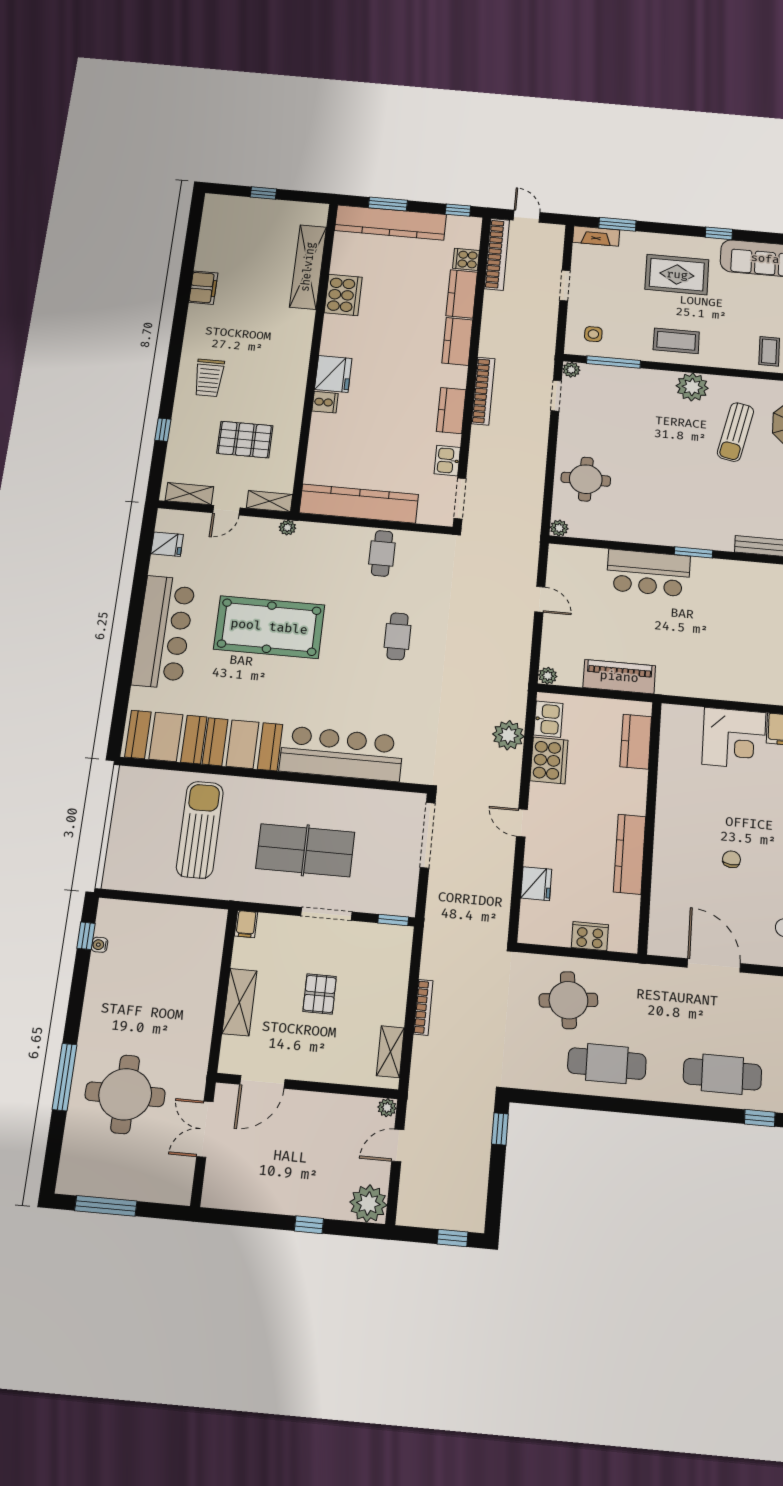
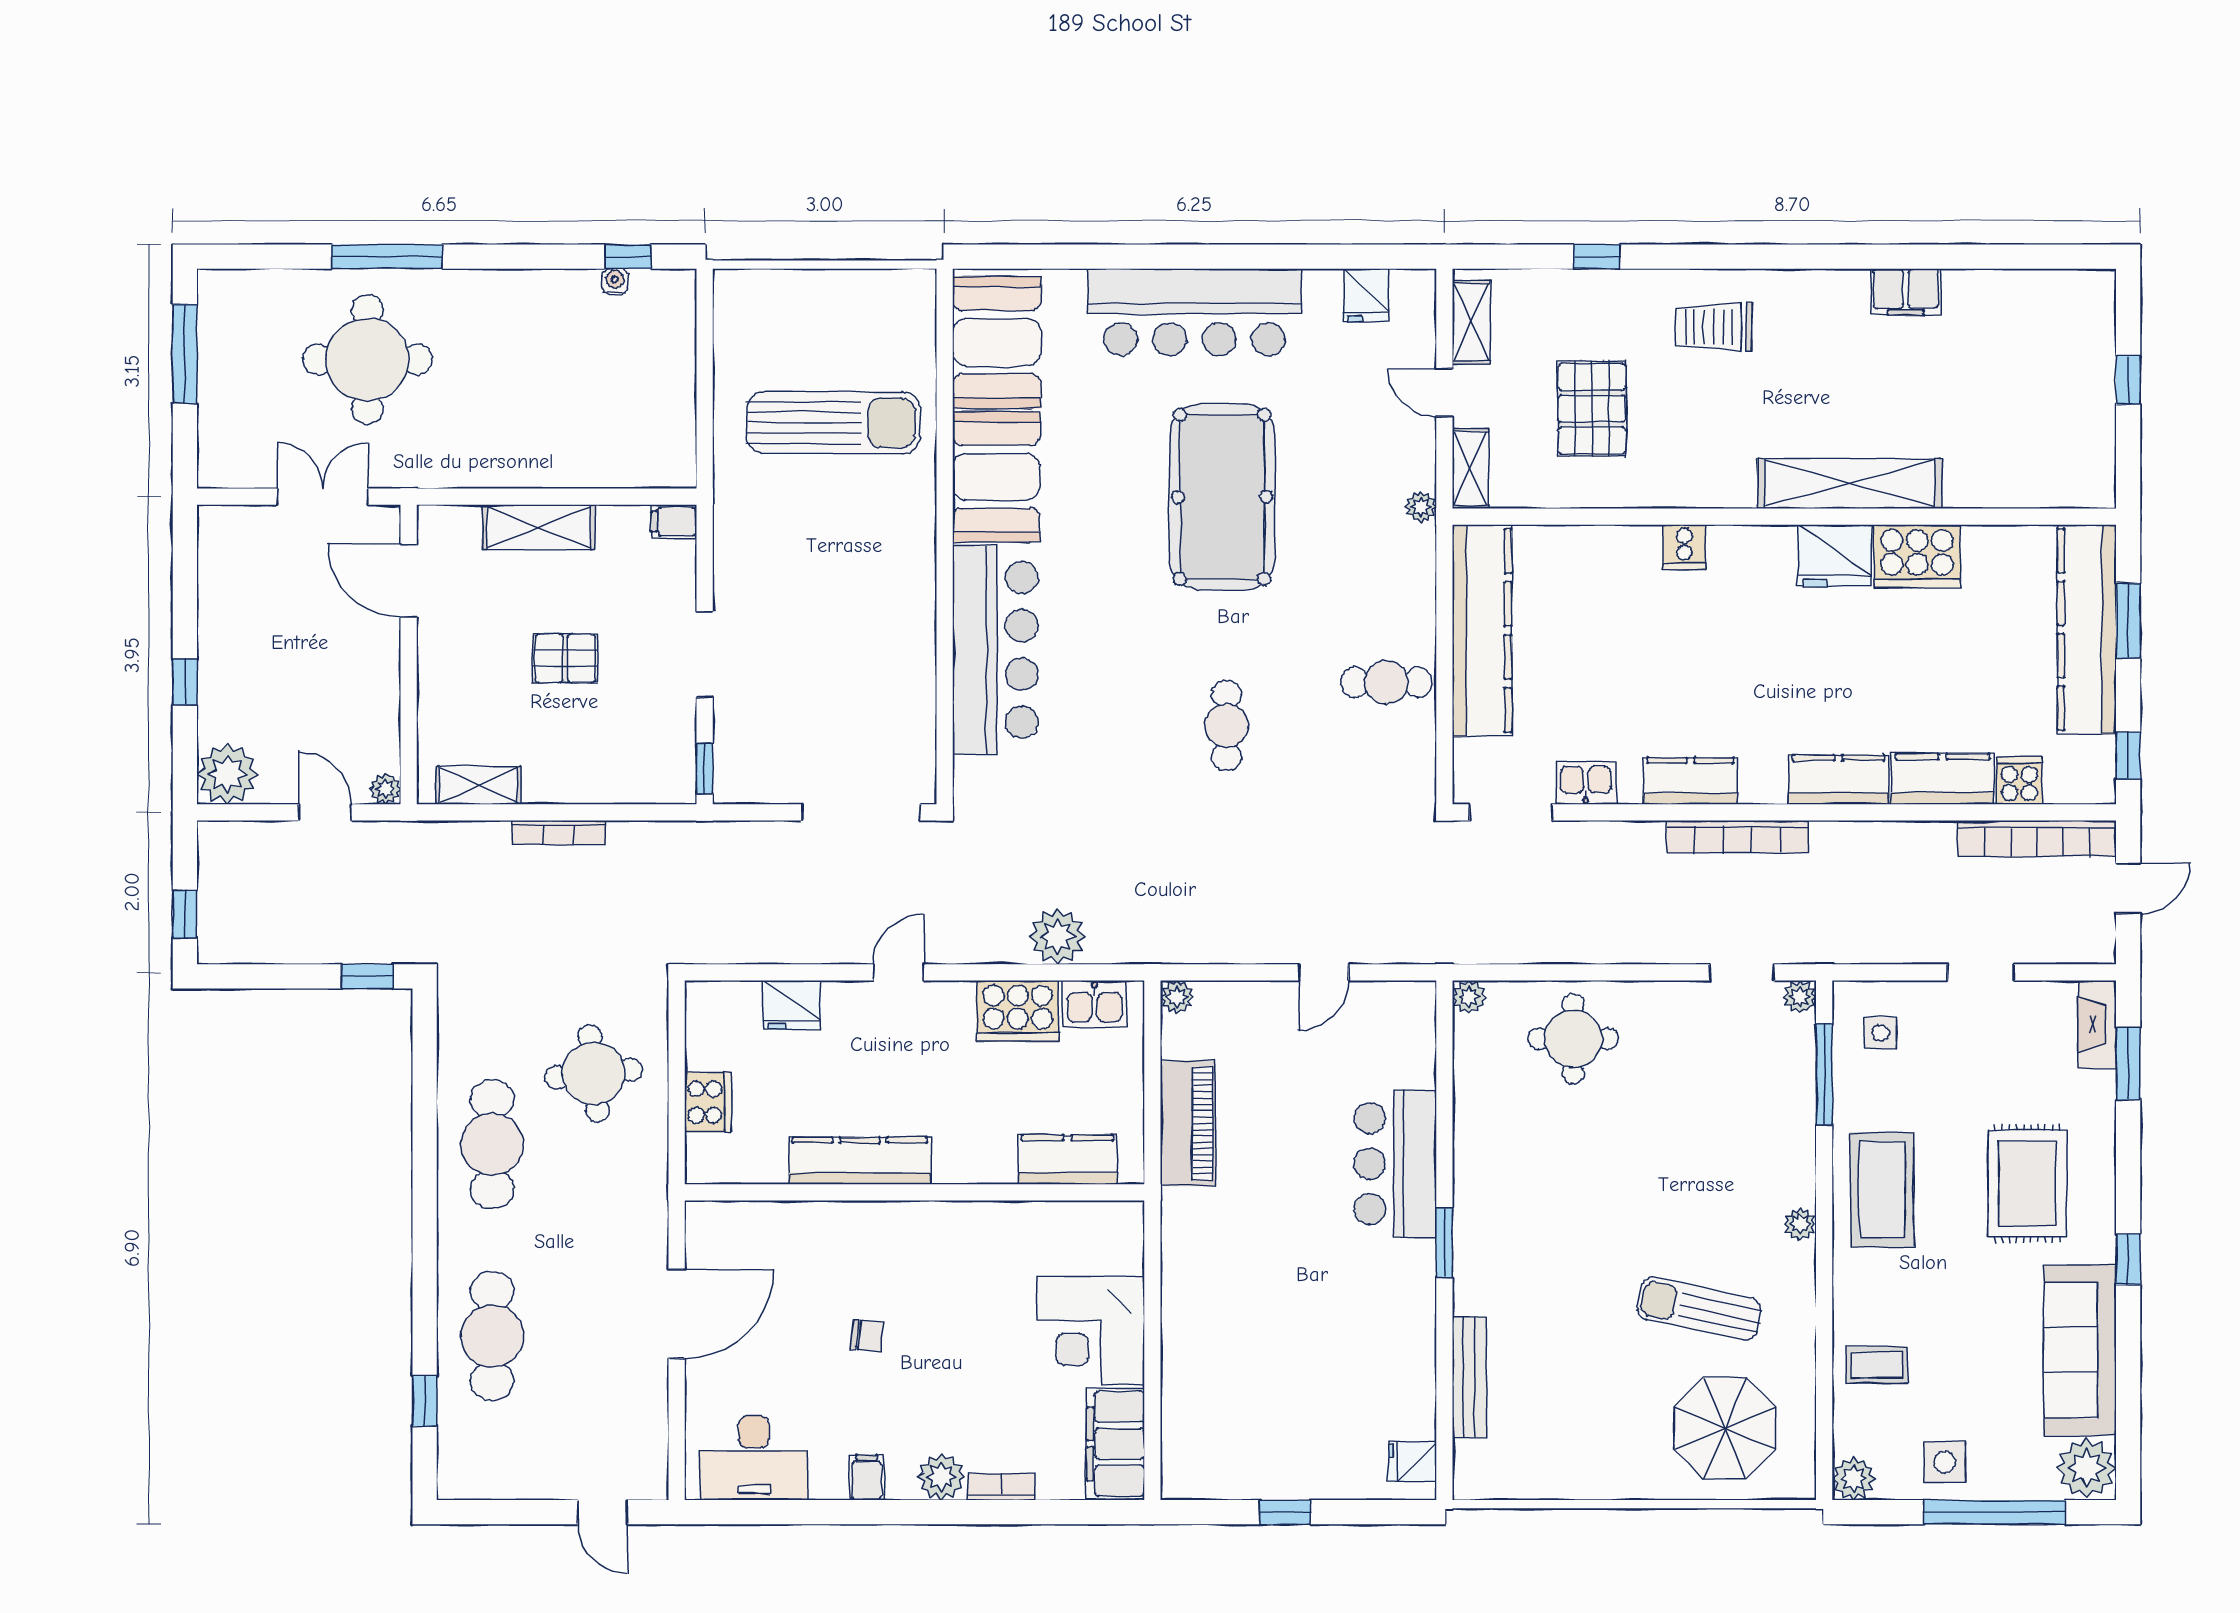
shelving: (308, 267) -> (1850, 483), moved
coffee table: (676, 341) -> (1882, 1190), width x1.36, depth x1.32
fridge: (333, 374) -> (1834, 556), moved
plant: (692, 387) -> (1800, 1224), width x0.53, depth x0.53
cafe table: (398, 636) -> (1227, 726), turned 90
table tennis table: (305, 850) -> (814, 607), removed

